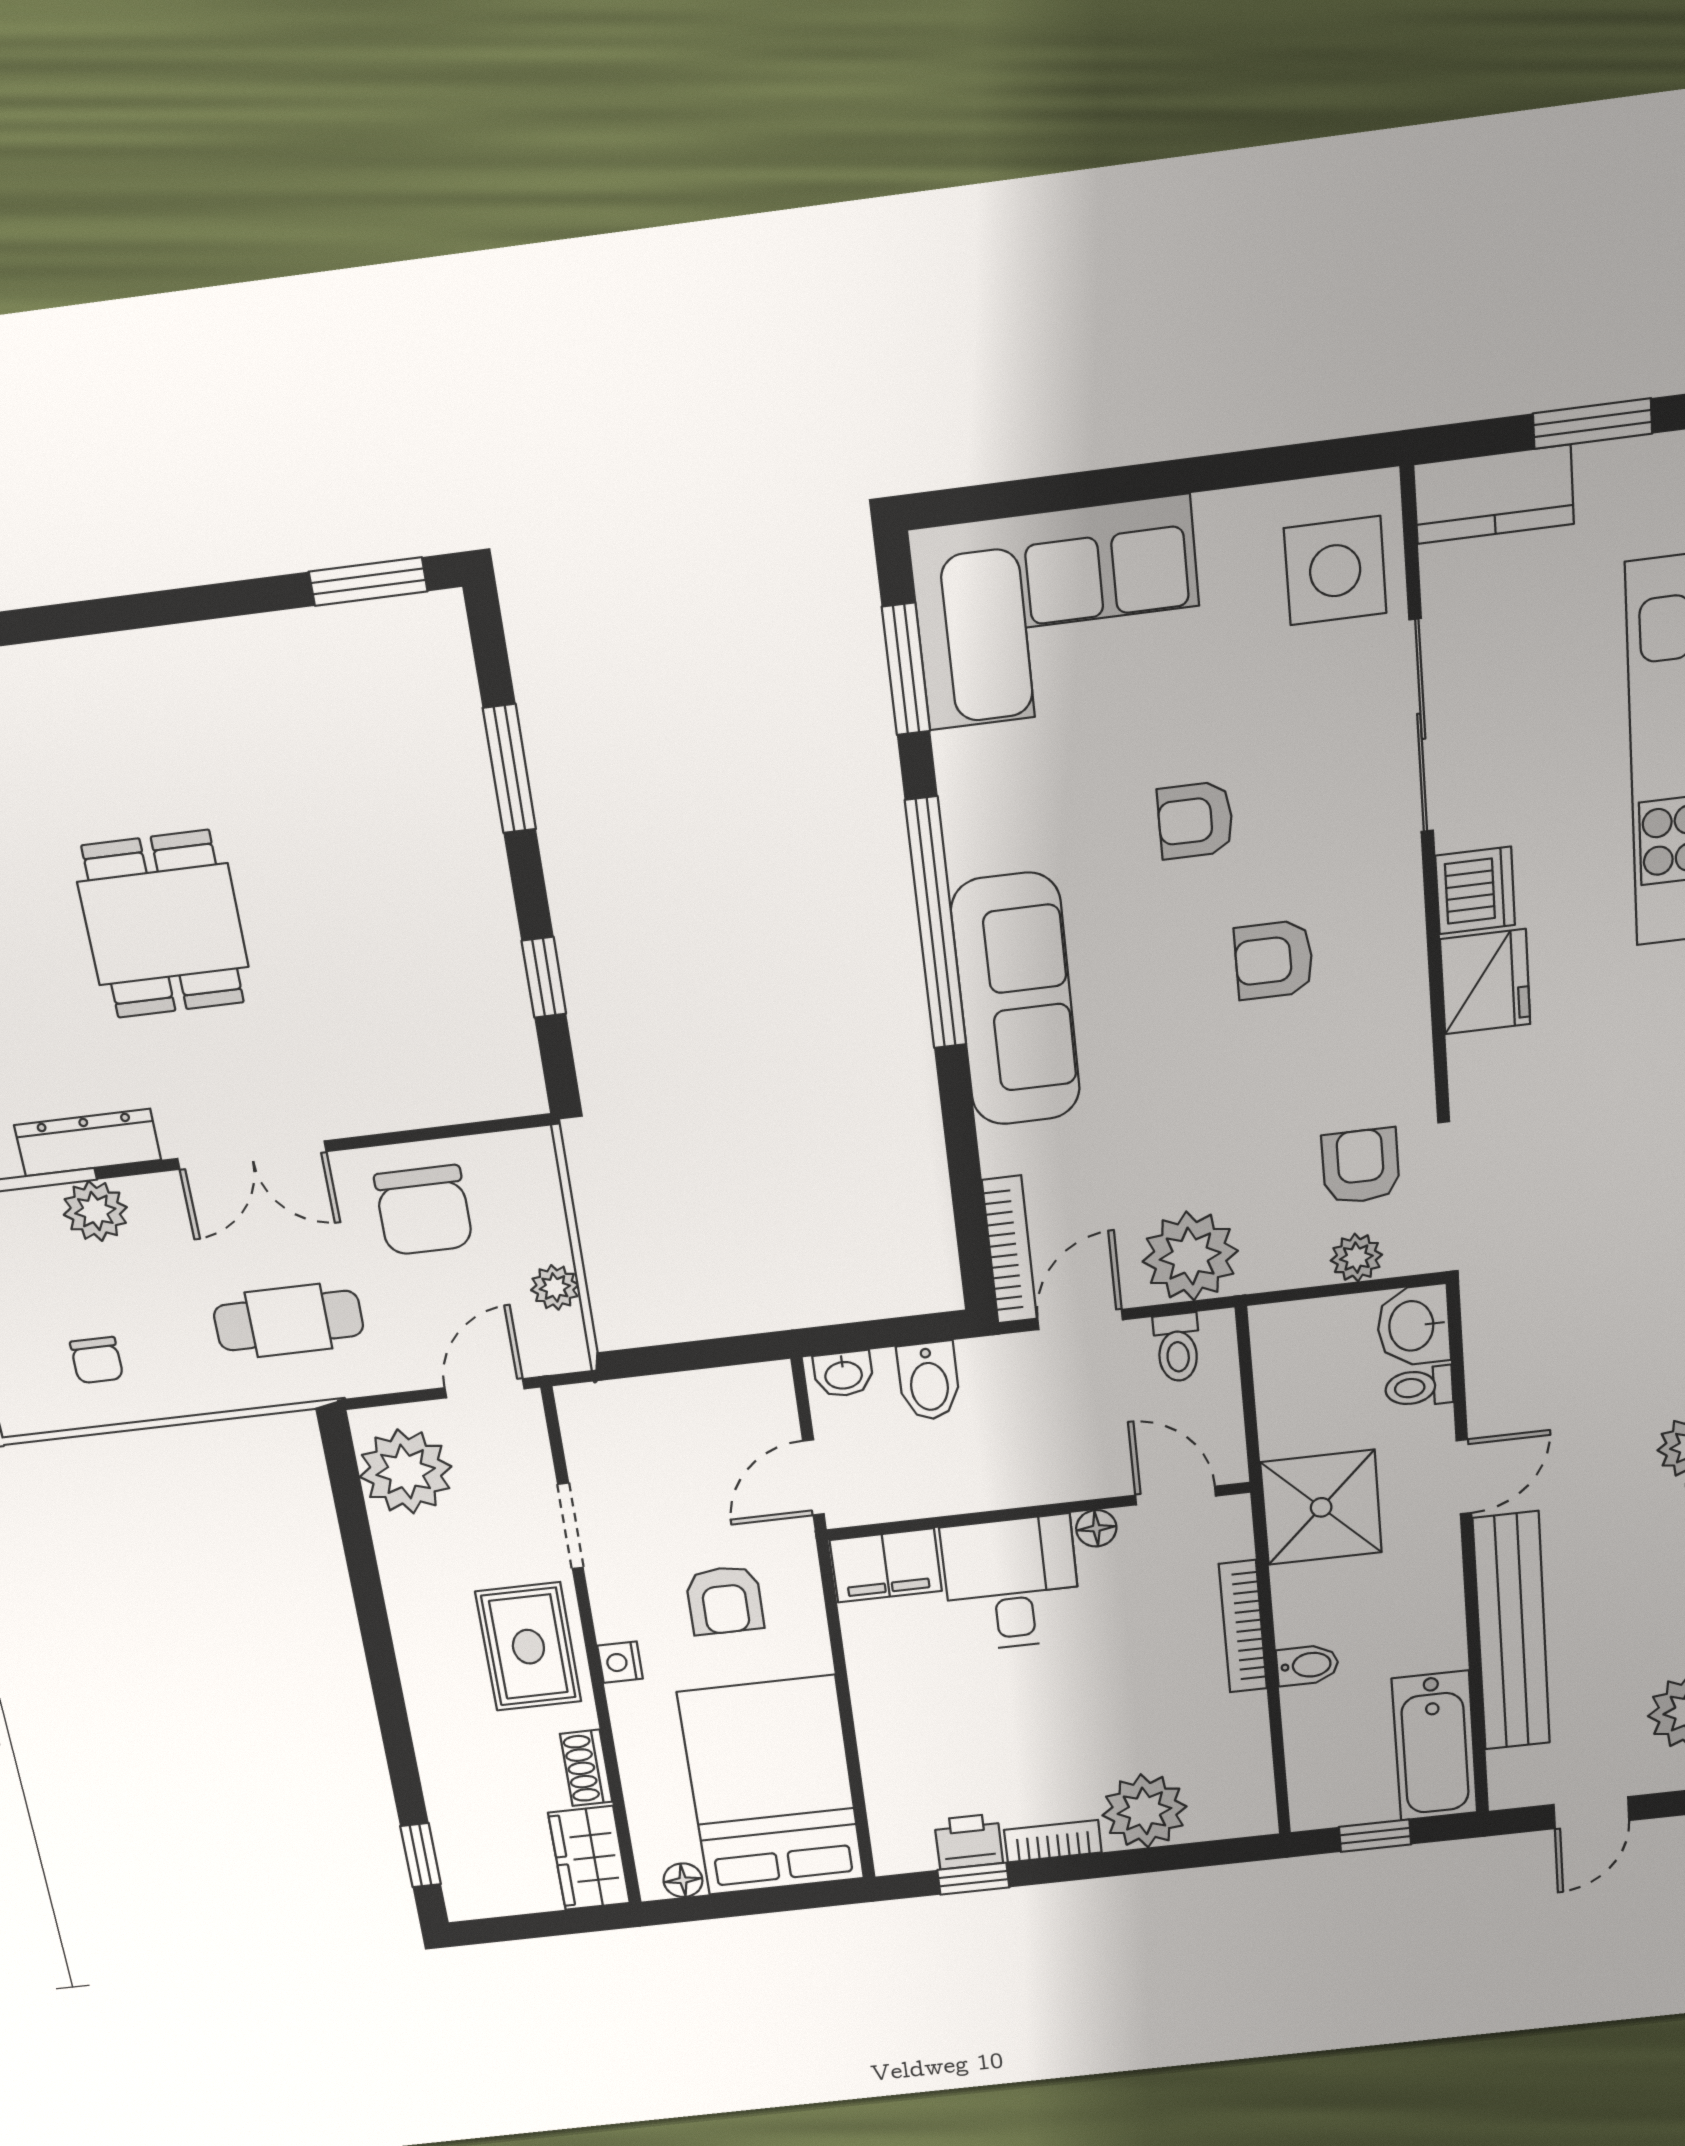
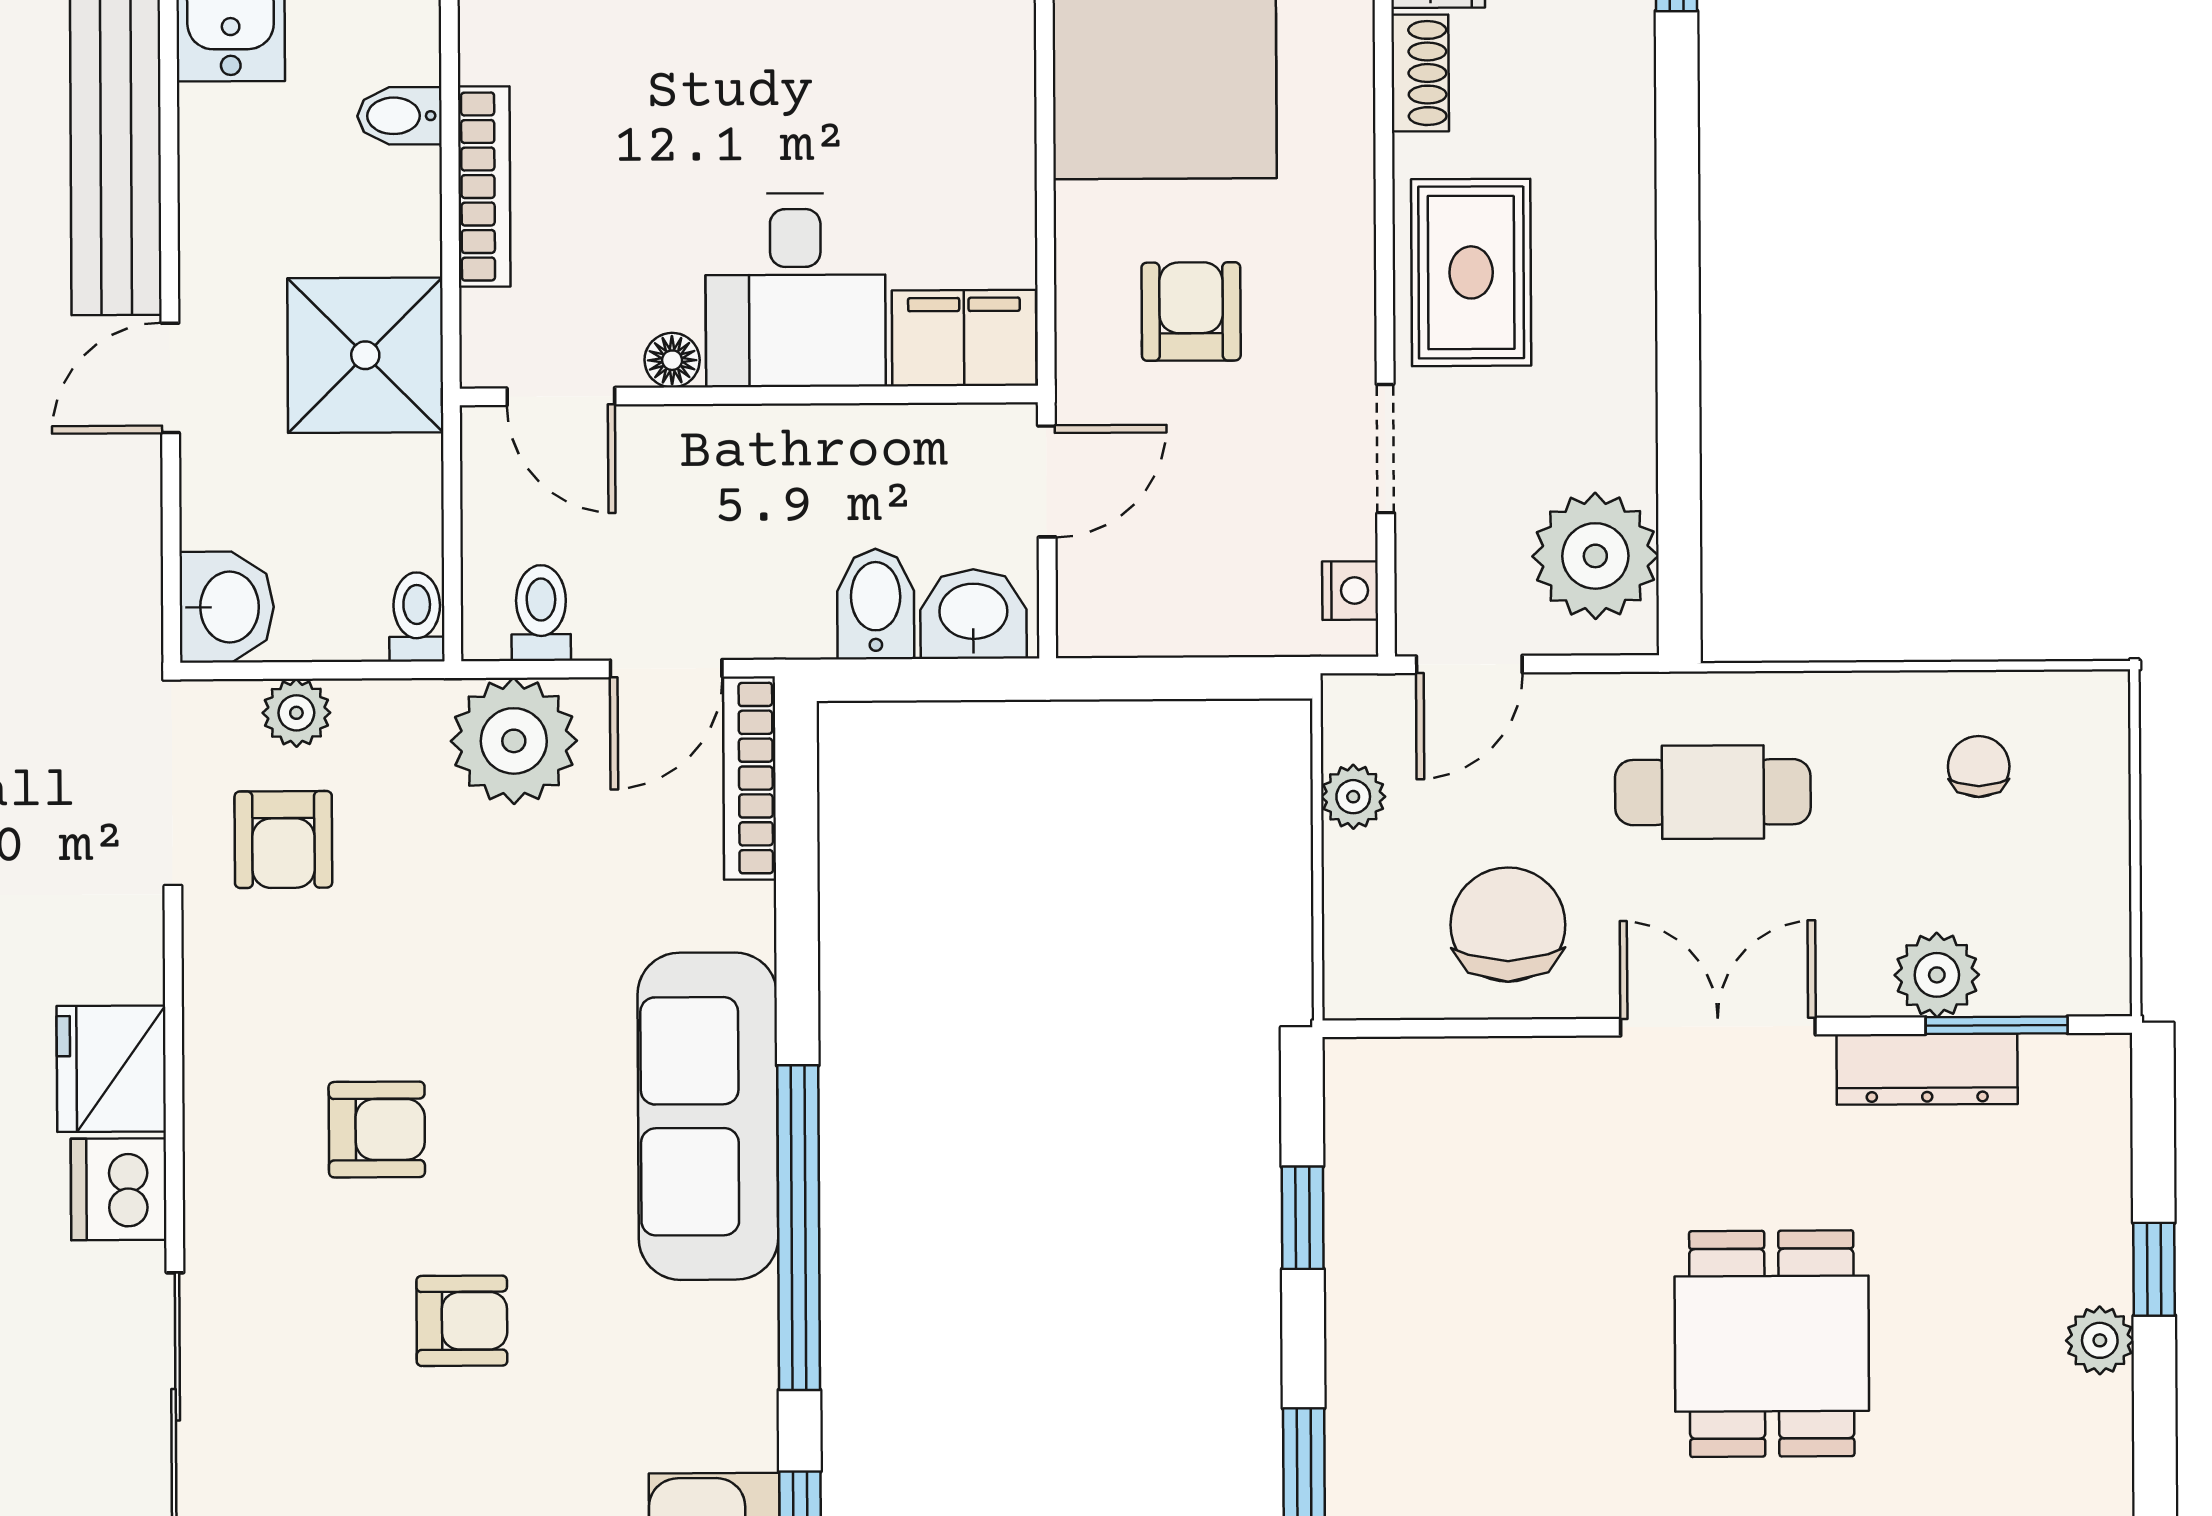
washbasin: (843, 1374) -> (973, 614), width x1.38, depth x1.45
toilet: (1419, 1387) -> (417, 617), moved, turned -90
nightstand: (620, 1662) -> (1350, 591), moved

